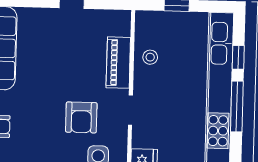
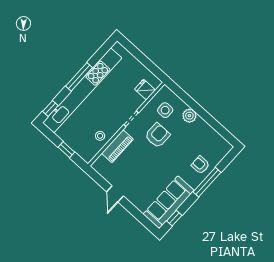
window: (238, 57) -> (50, 108), moved

